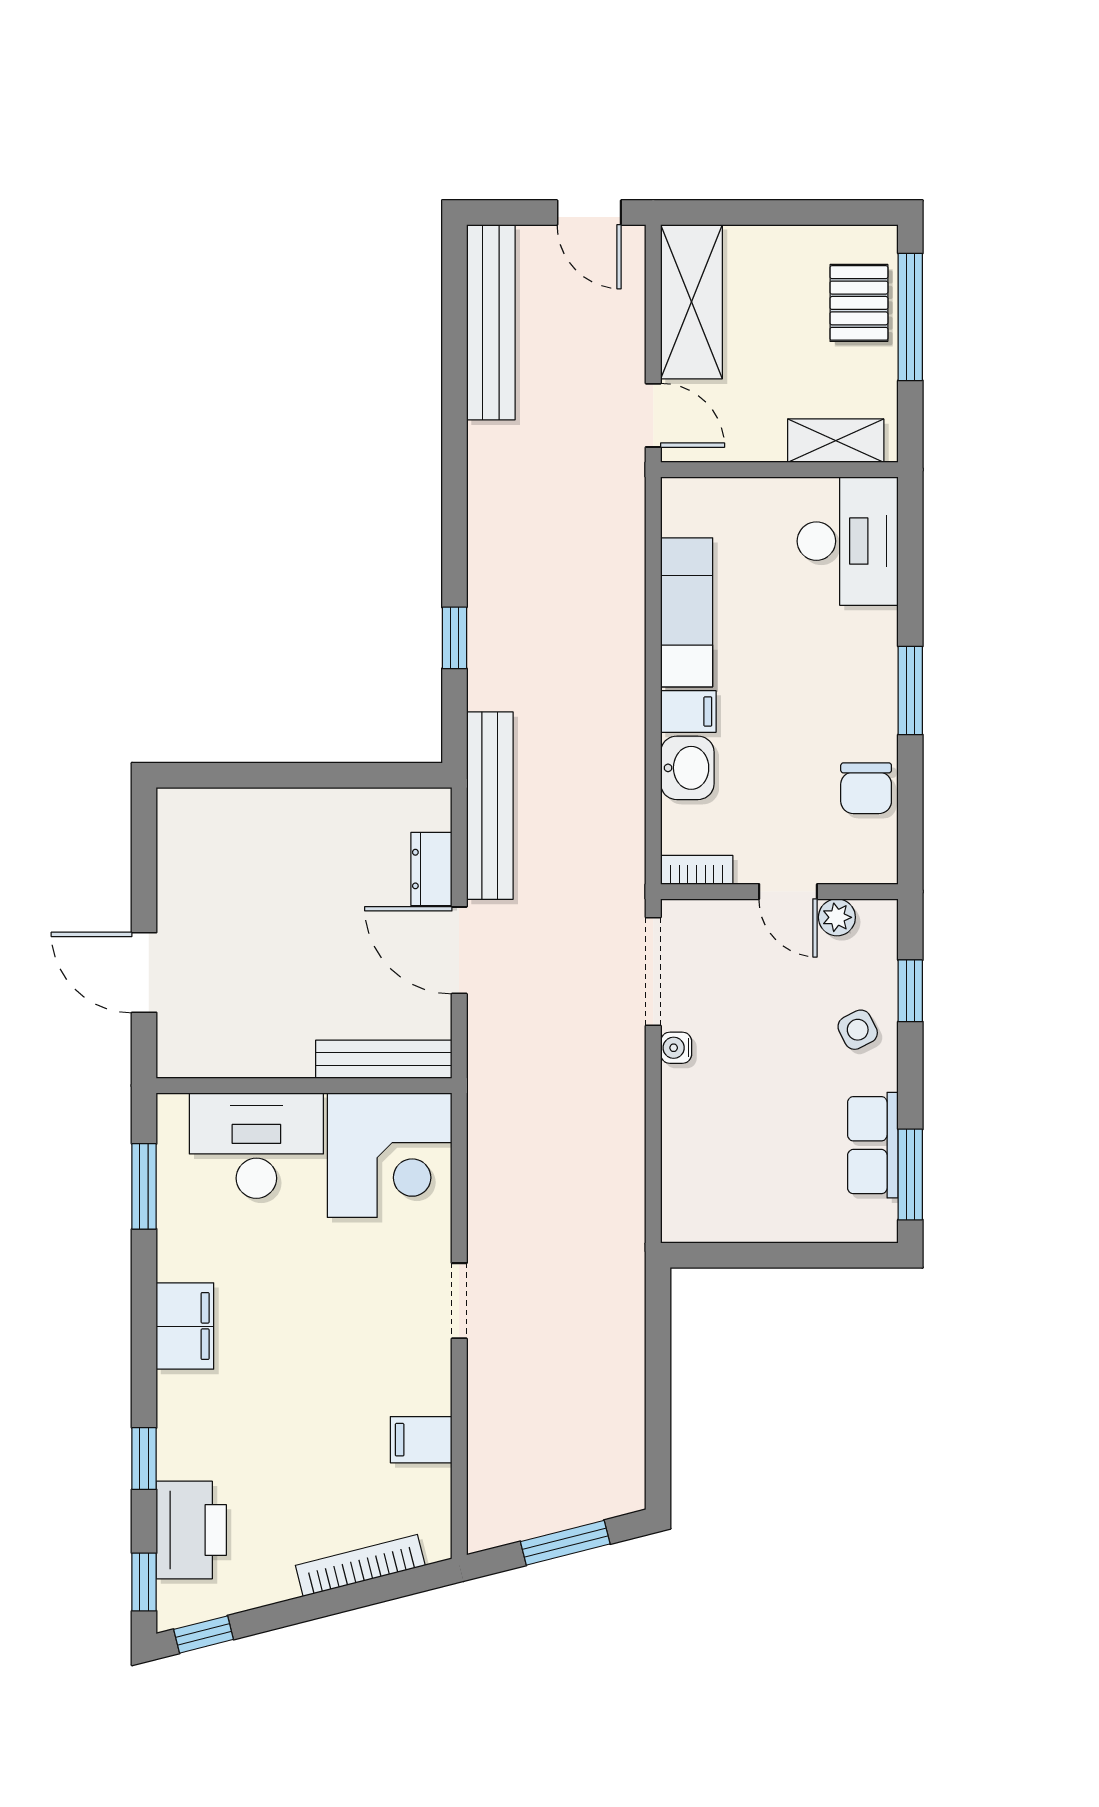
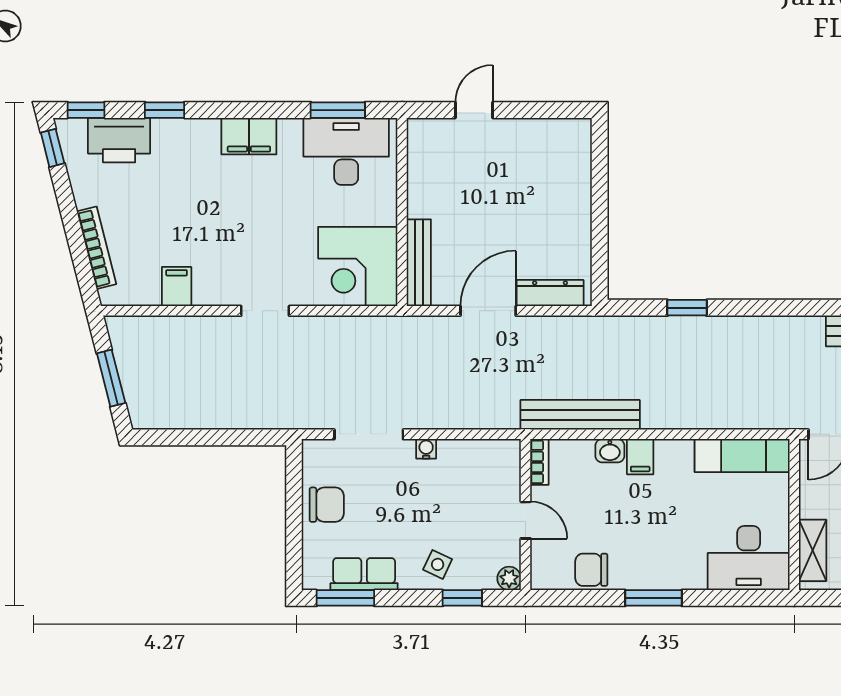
exam couch: (687, 612) -> (742, 456), moved
washbasin: (687, 768) -> (610, 451), width x0.72, depth x0.69
bench: (490, 806) -> (580, 415), moved
dresser: (431, 869) -> (550, 293), width x1.44
door: (788, 892) -> (526, 520), swing flipped
plant: (837, 917) -> (509, 578), moved
doorway: (653, 971) -> (369, 434), moved
door: (144, 973) -> (474, 110), width x0.73
side table: (858, 1030) -> (438, 564), turned -38
desk: (256, 1146) -> (346, 151), moved, turned -90
chair: (764, 1204) -> (327, 505), added

